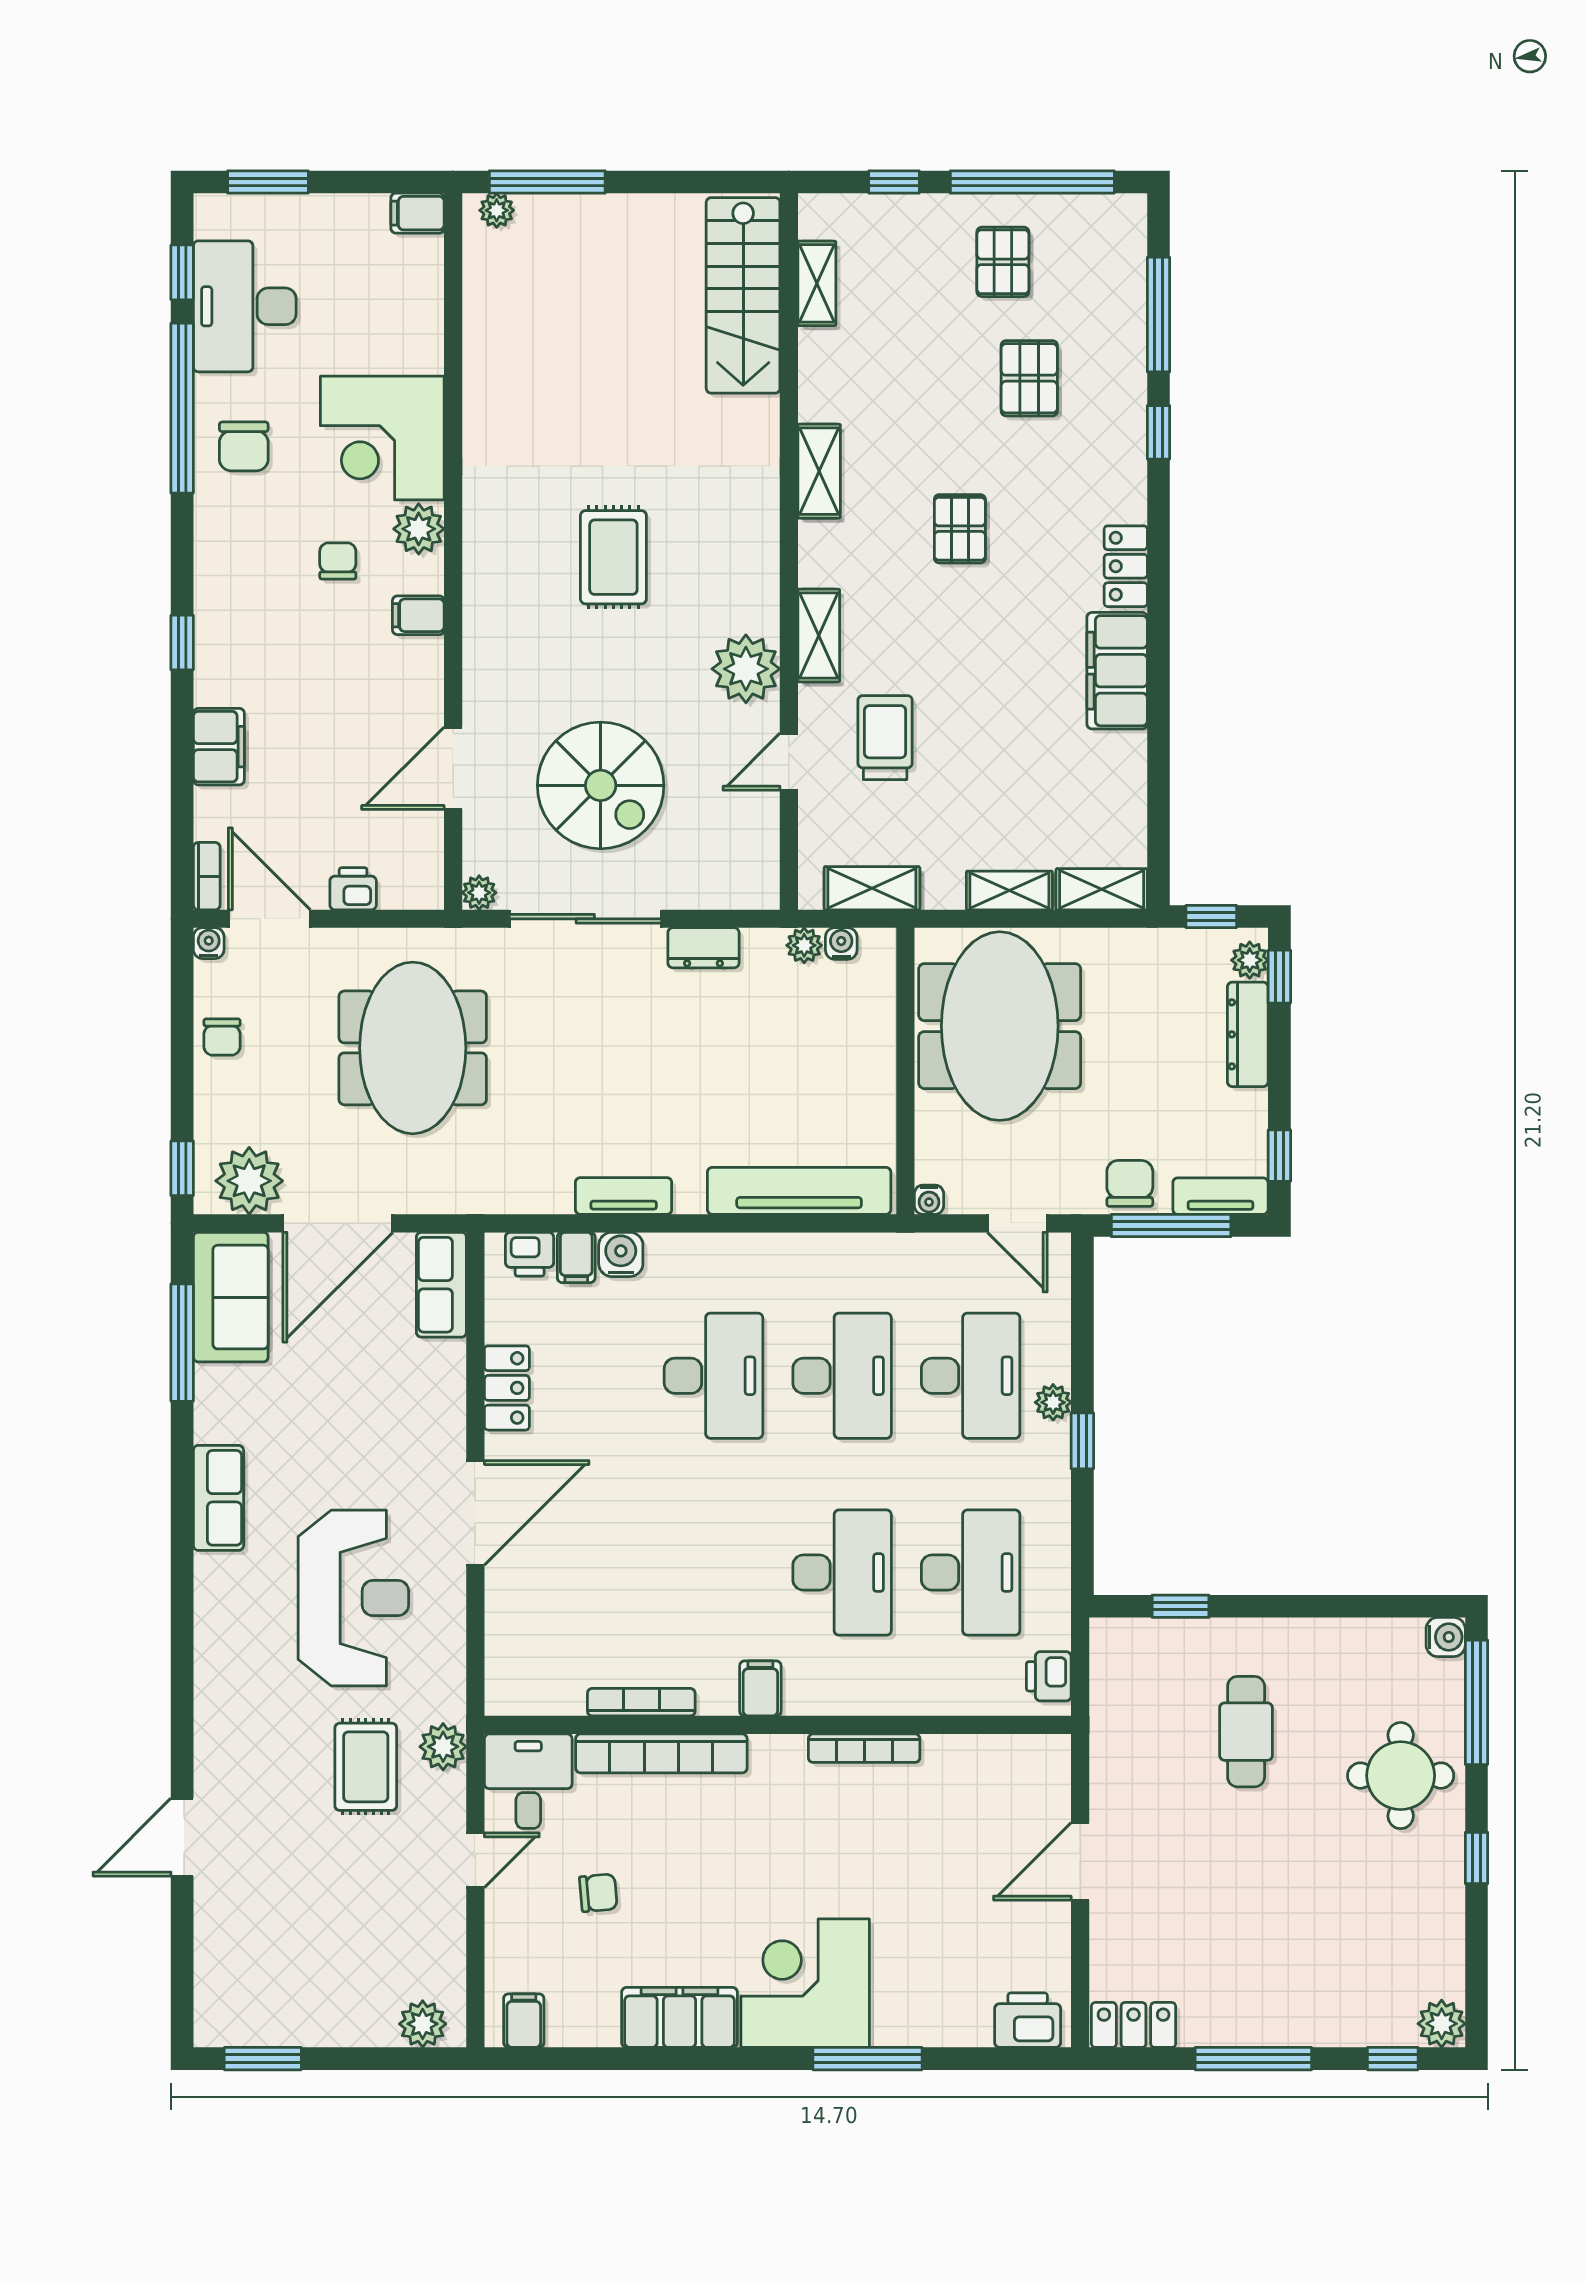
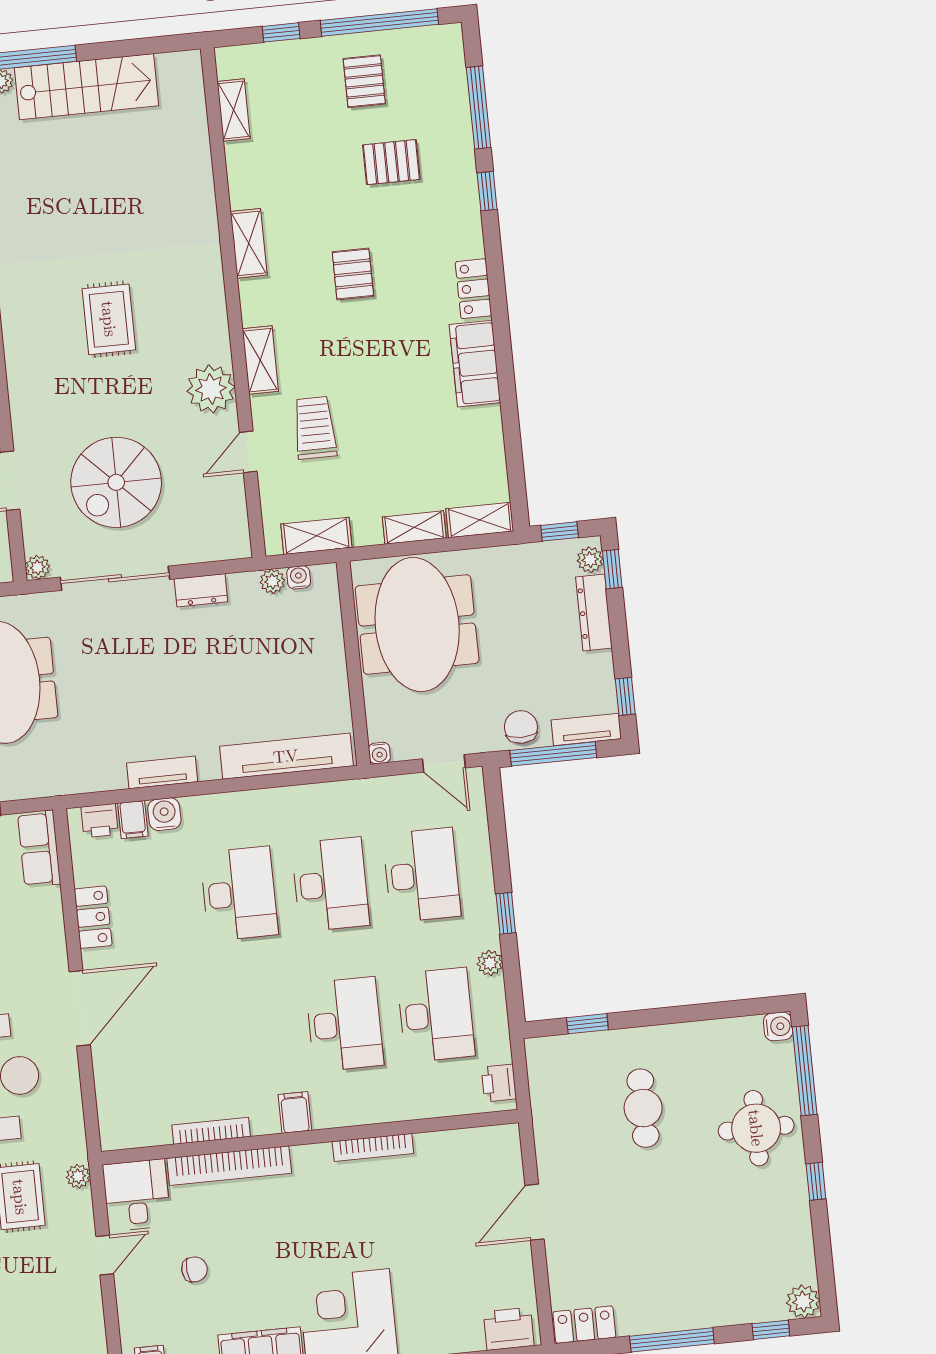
stairs: (743, 295) -> (86, 87), moved, turned -90
pallet: (1029, 378) -> (391, 162), turned 90
spiral stairs: (601, 785) -> (116, 482), turned 90
plant: (1053, 1402) -> (490, 963), moved
plant: (443, 1747) -> (78, 1176), width x0.73, depth x0.73

